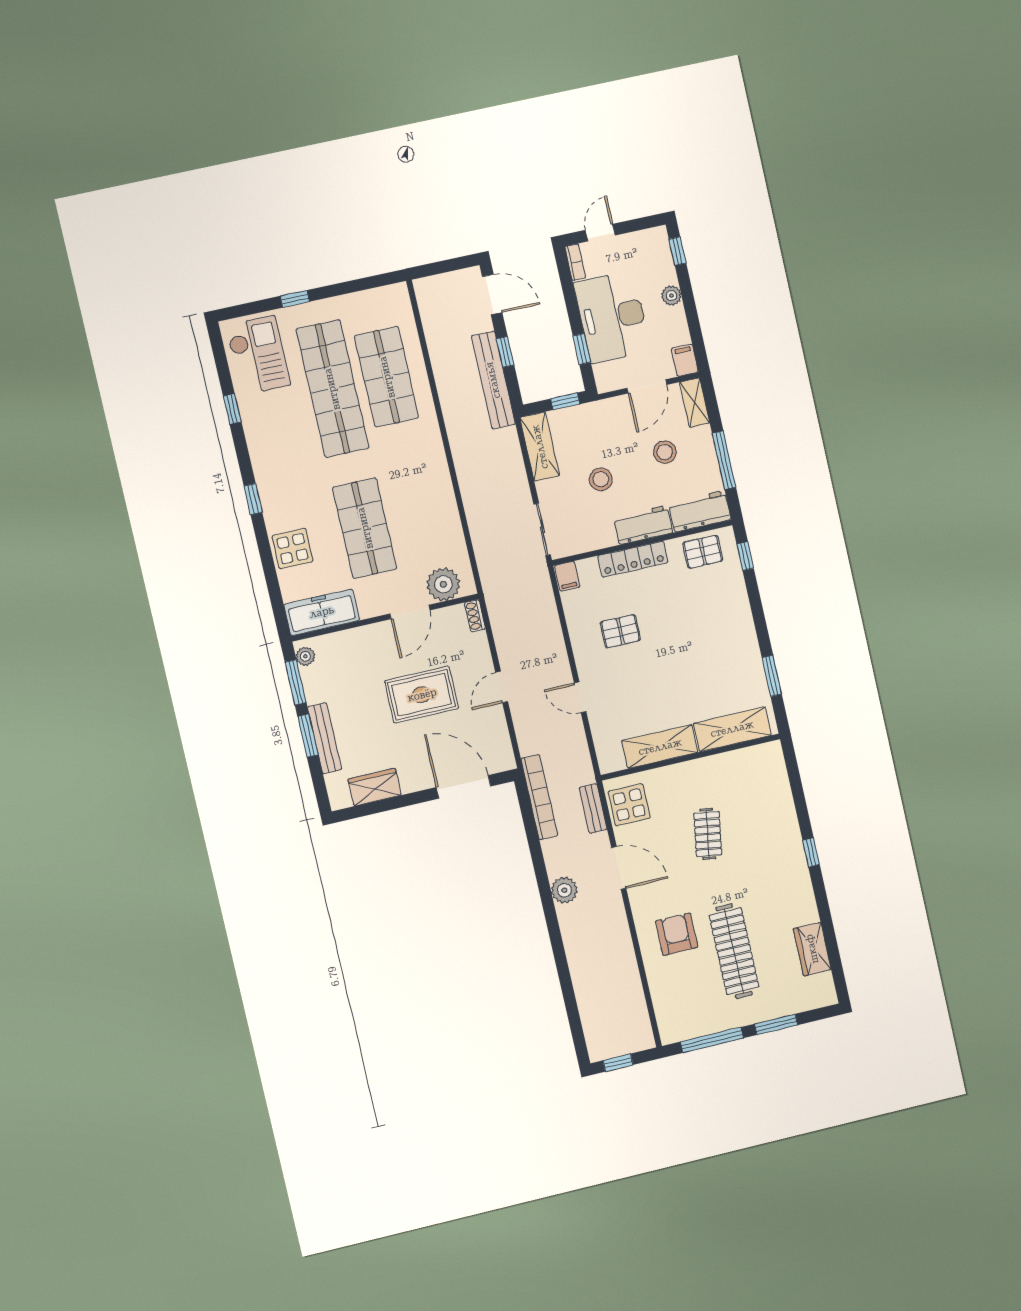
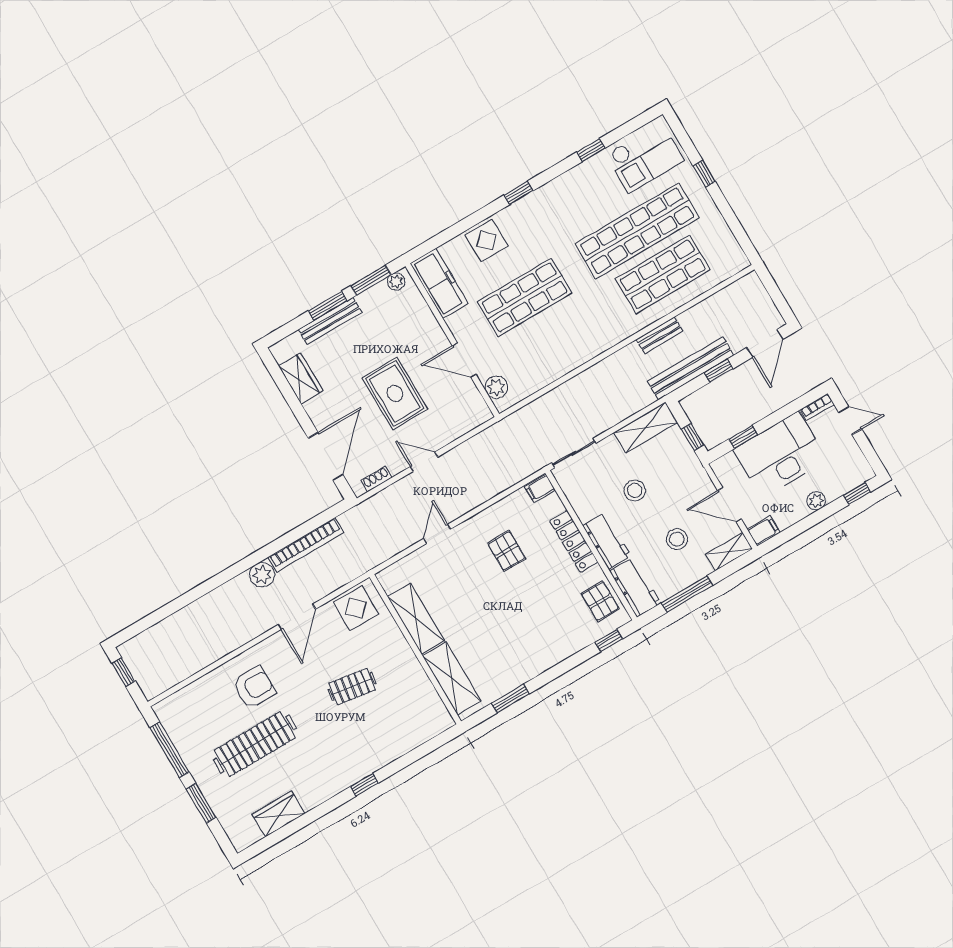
plant: (443, 584) -> (496, 387), width x0.73, depth x0.73
shoe rack: (475, 616) -> (376, 479), moved
bookcase: (539, 797) -> (306, 545), moved
bench: (593, 808) -> (659, 335), moved

